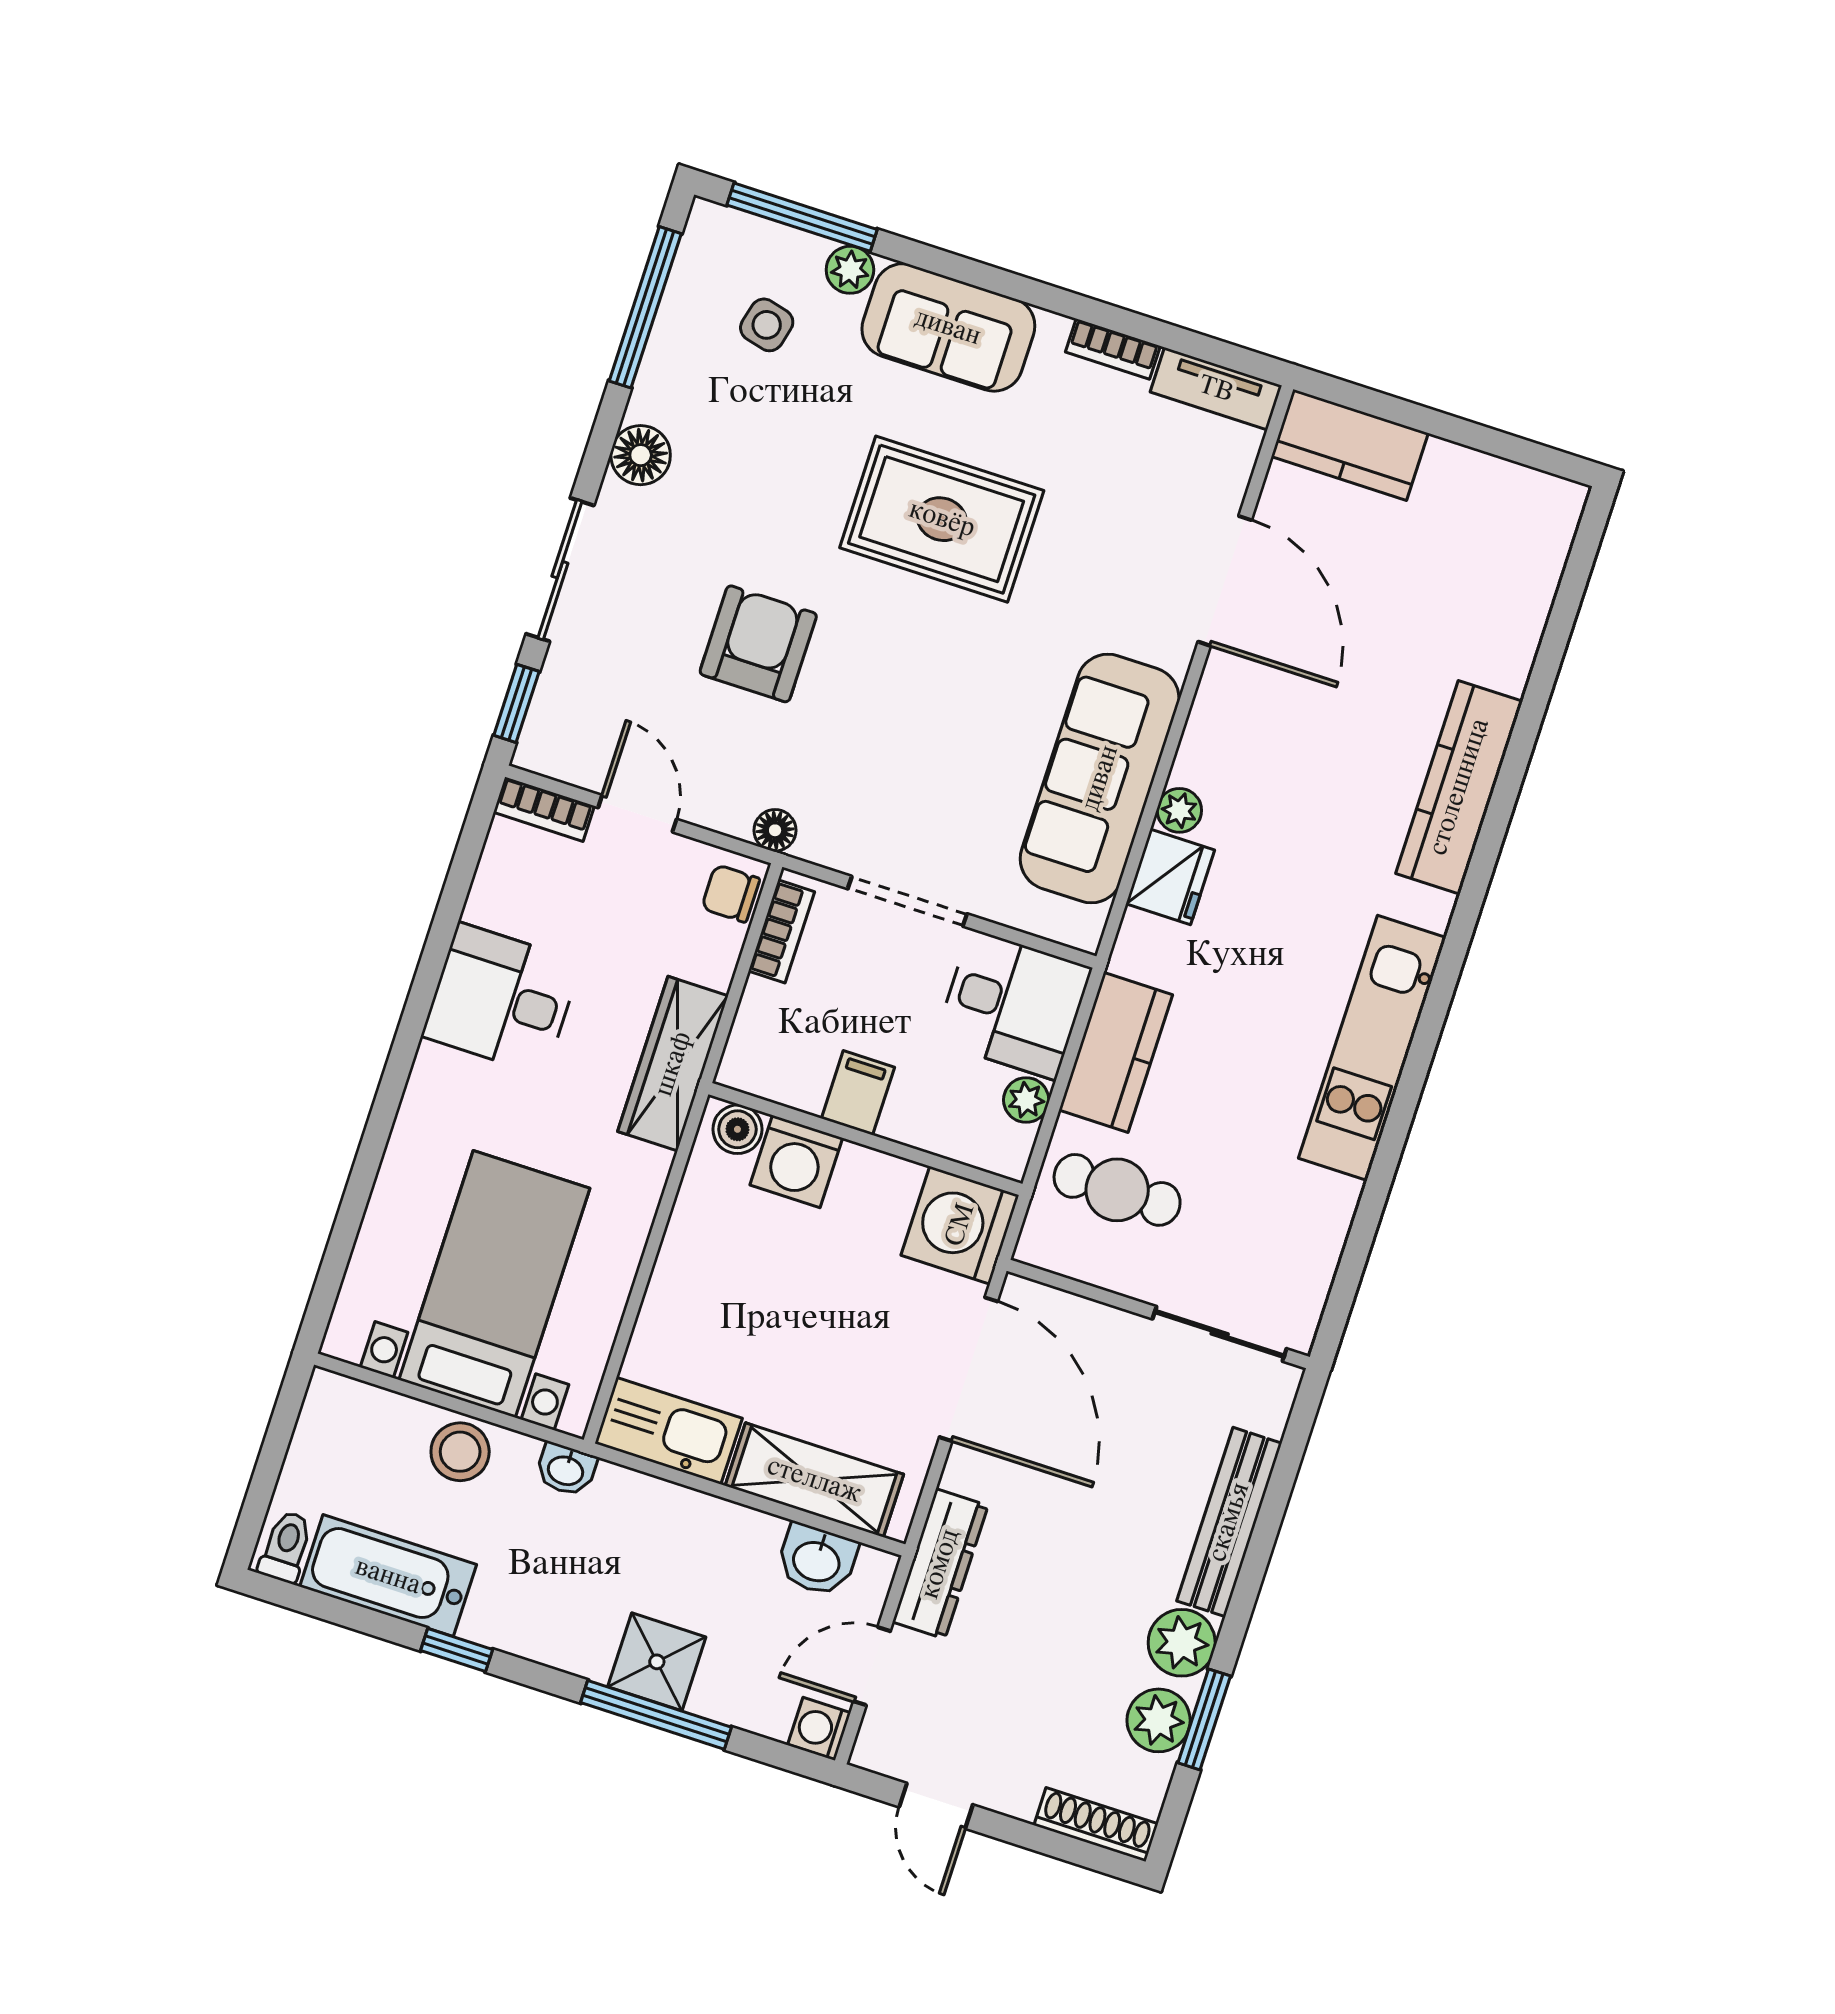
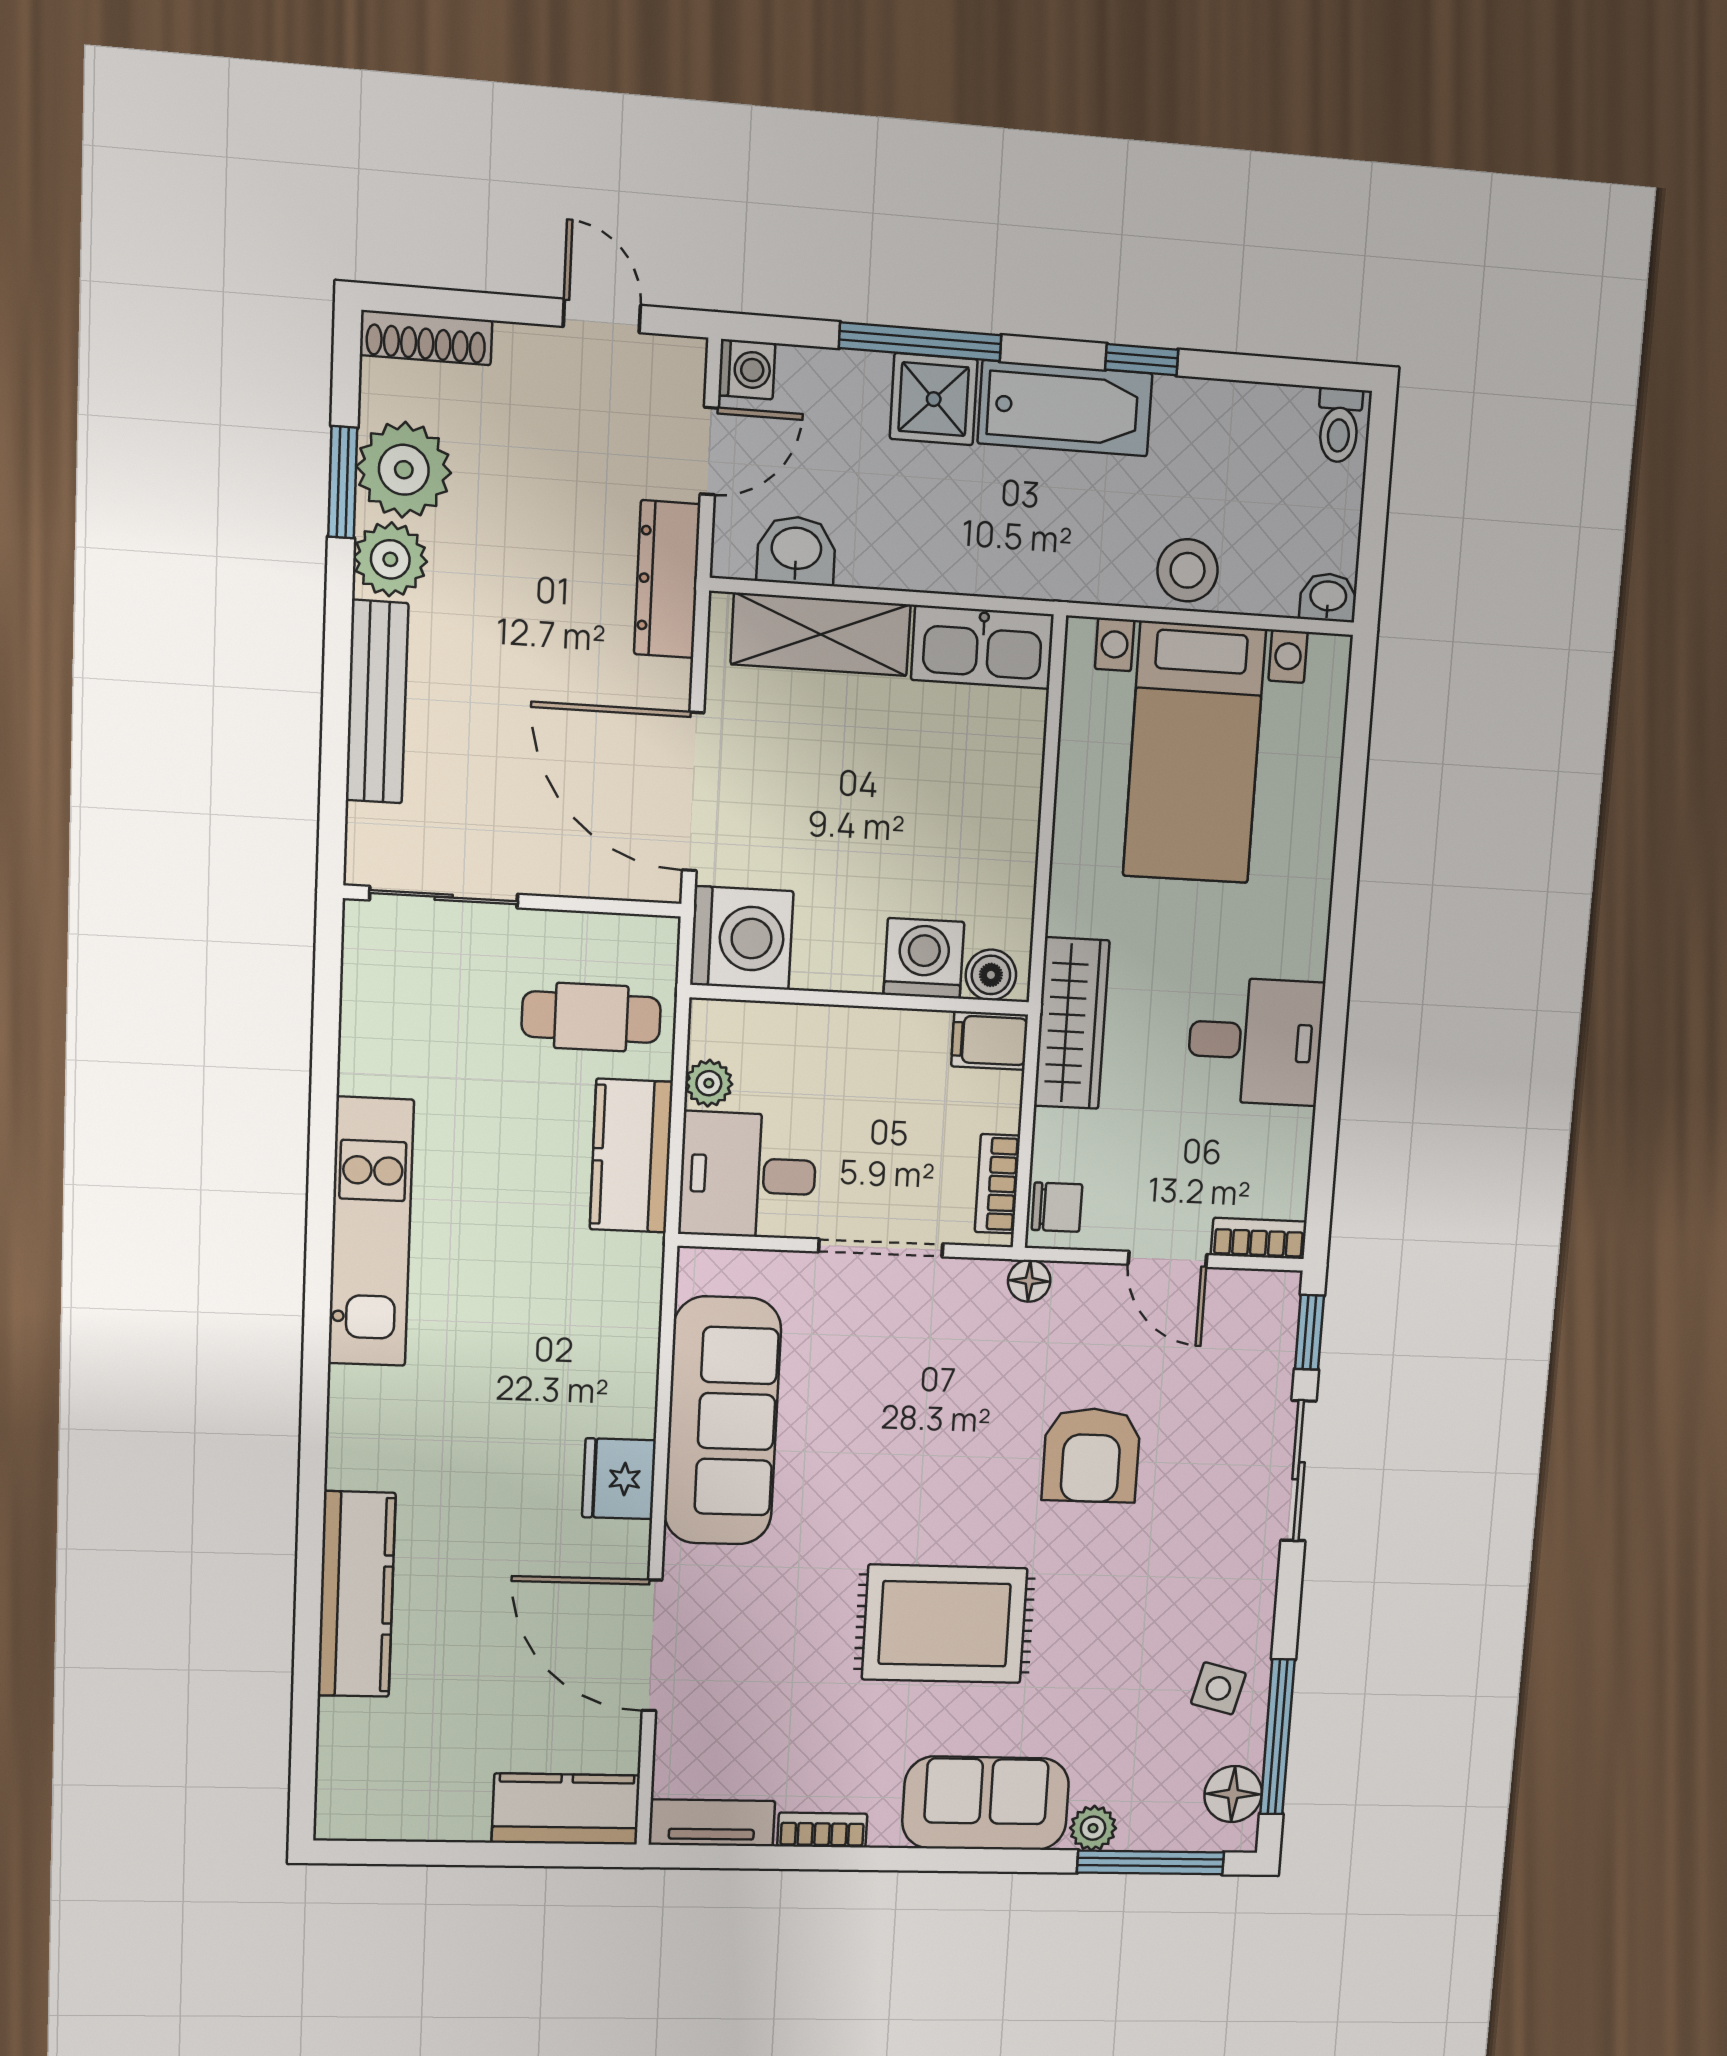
side table: (767, 325) -> (1218, 1688), moved
floor lamp: (641, 455) -> (1233, 1794), moved
kitchen counter: (1459, 787) -> (356, 1594), moved
plant: (1179, 810) -> (634, 1412), removed
fridge: (1170, 877) -> (619, 1479), moved
filing cabinet: (858, 1093) -> (990, 1040), moved, turned 90
washbasin: (566, 1470) -> (1328, 597), moved
bathtub: (388, 1576) -> (1065, 408), moved
plant: (1159, 1720) -> (404, 470), width x1.36, depth x1.36

